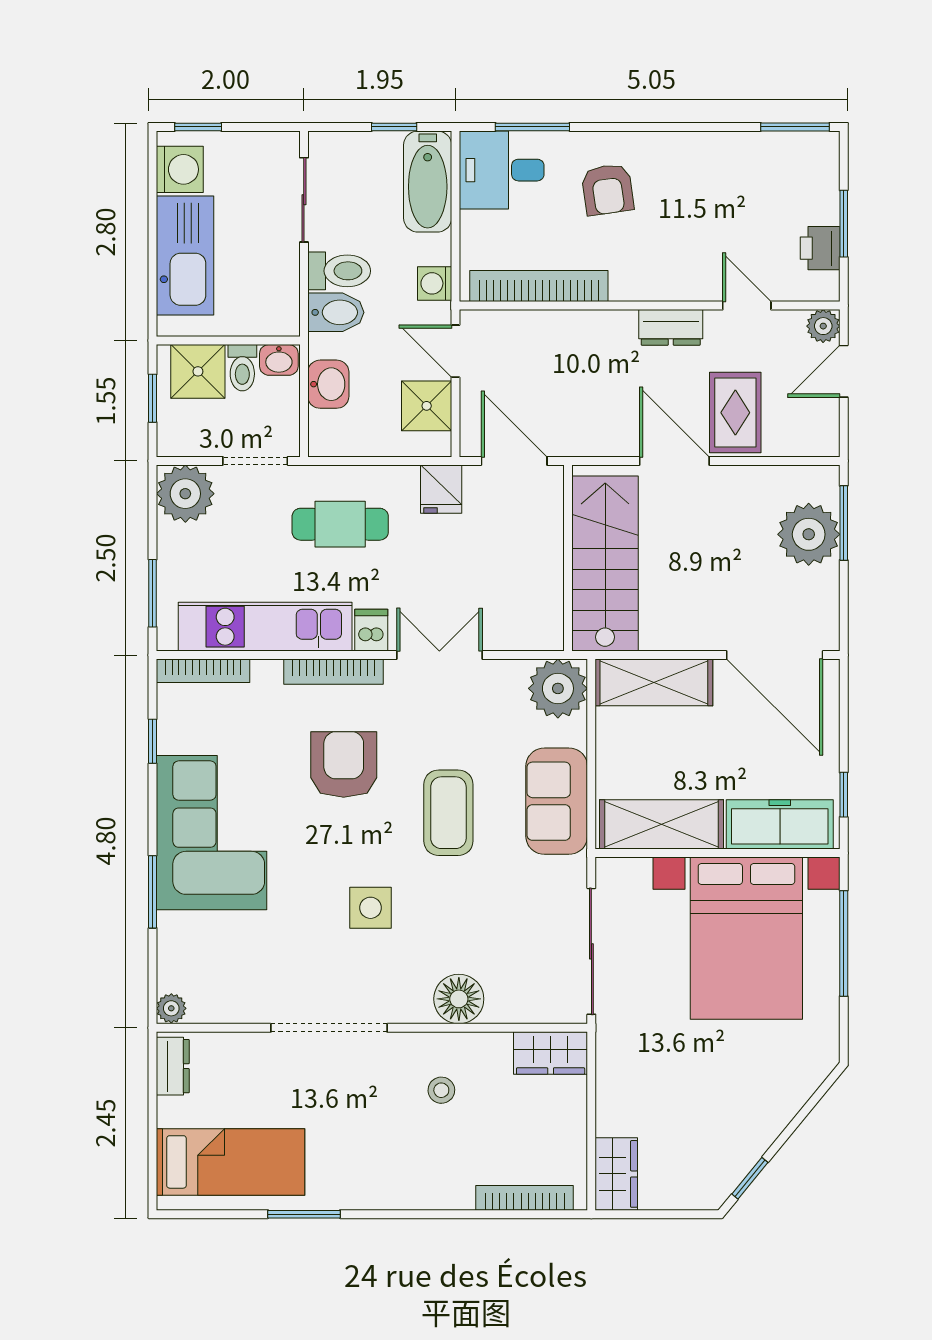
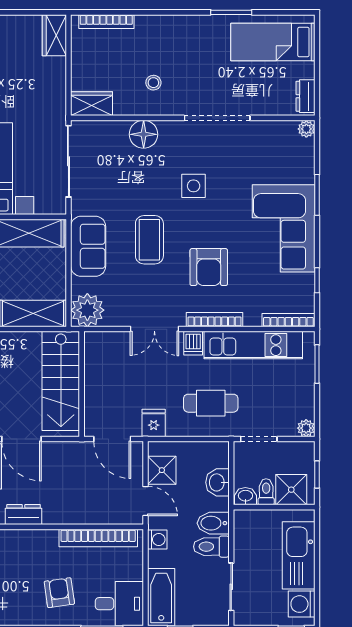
plant: (185, 494) -> (306, 428), width x0.53, depth x0.53

